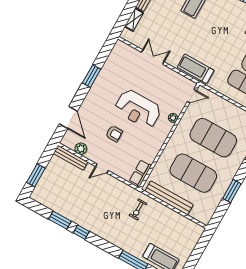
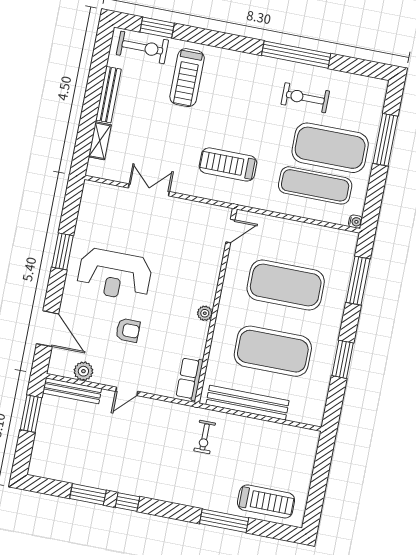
treadmill: (196, 69) -> (228, 164), moved
reception desk: (138, 109) -> (114, 274), moved
plant: (173, 118) -> (205, 313), moved
window: (36, 175) -> (31, 414), moved

